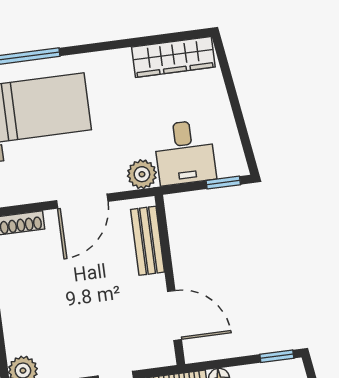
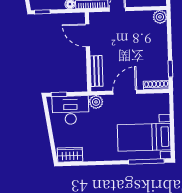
wardrobe: (173, 57) -> (70, 155), width x0.67
desk: (185, 152) -> (70, 110), width x1.37

